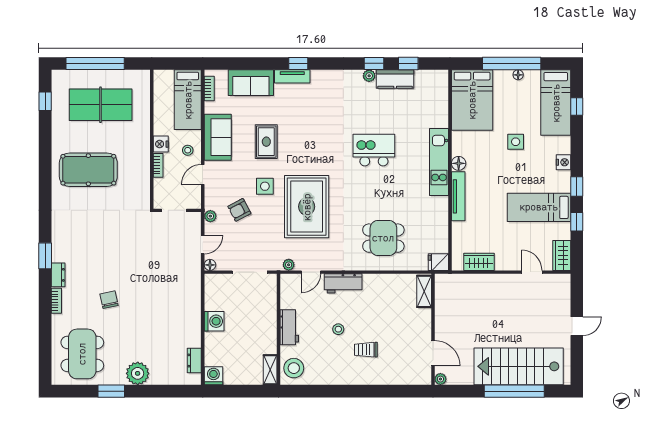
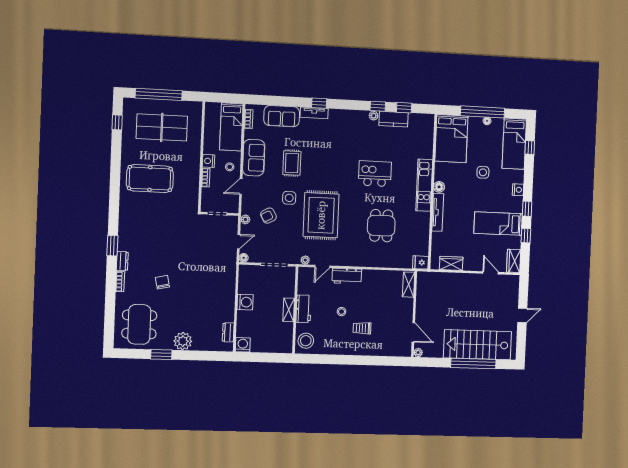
dining table: (383, 238) -> (381, 226), moved, turned 90
shelving: (270, 370) -> (289, 310), moved

